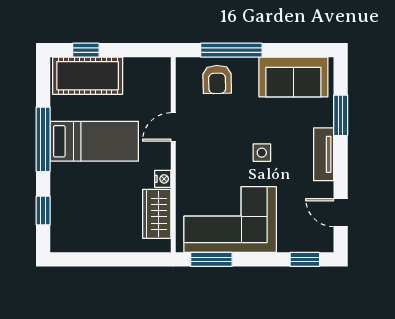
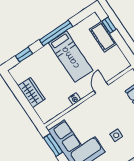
cot: (88, 76) -> (103, 37), width x0.73, depth x0.75
door: (173, 127) -> (101, 88), hinge flipped
wardrobe: (157, 214) -> (31, 92), moved, turned 90

